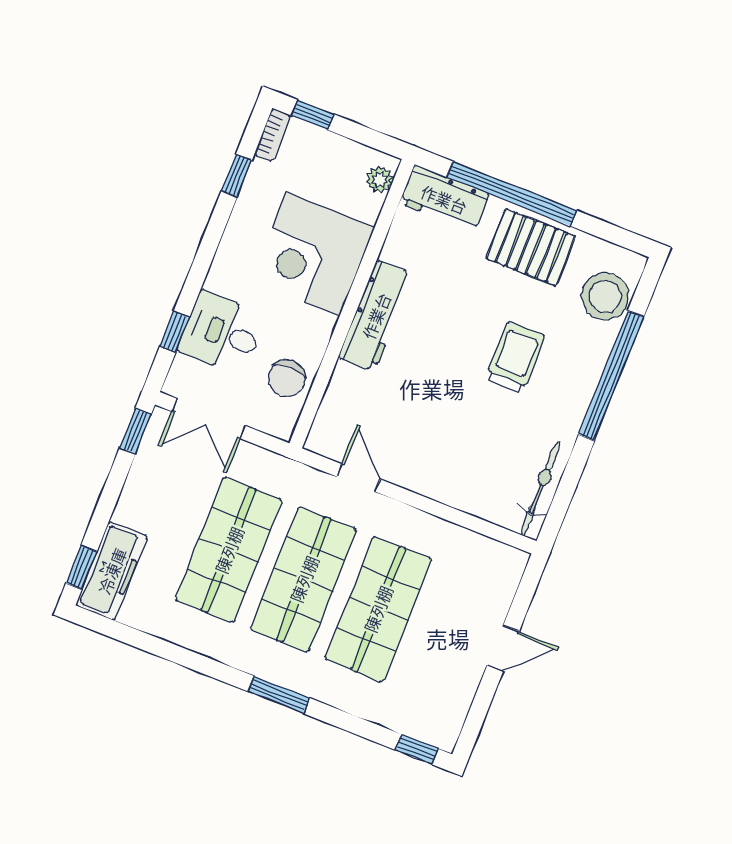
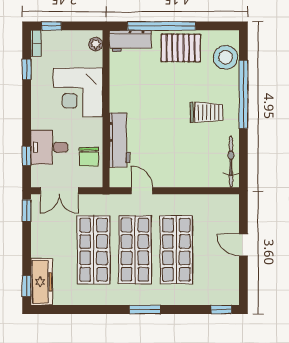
workbench: (376, 316) -> (120, 140), moved
trolley: (515, 358) -> (206, 112), moved, turned 90
door: (503, 648) -> (243, 245), swing flipped

